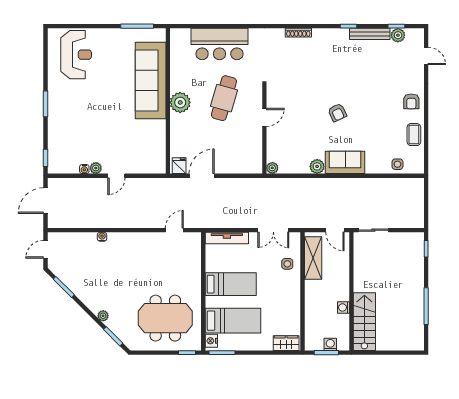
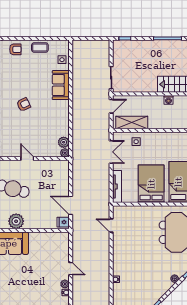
sofa: (345, 162) -> (61, 85), moved
plant: (317, 166) -> (64, 142), moved
bed: (231, 284) -> (151, 184), width x1.50

